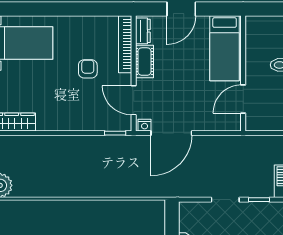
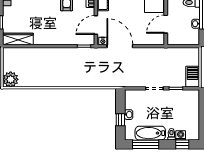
door: (134, 100) -> (96, 25), hinge flipped
door: (171, 133) -> (120, 46), swing flipped

